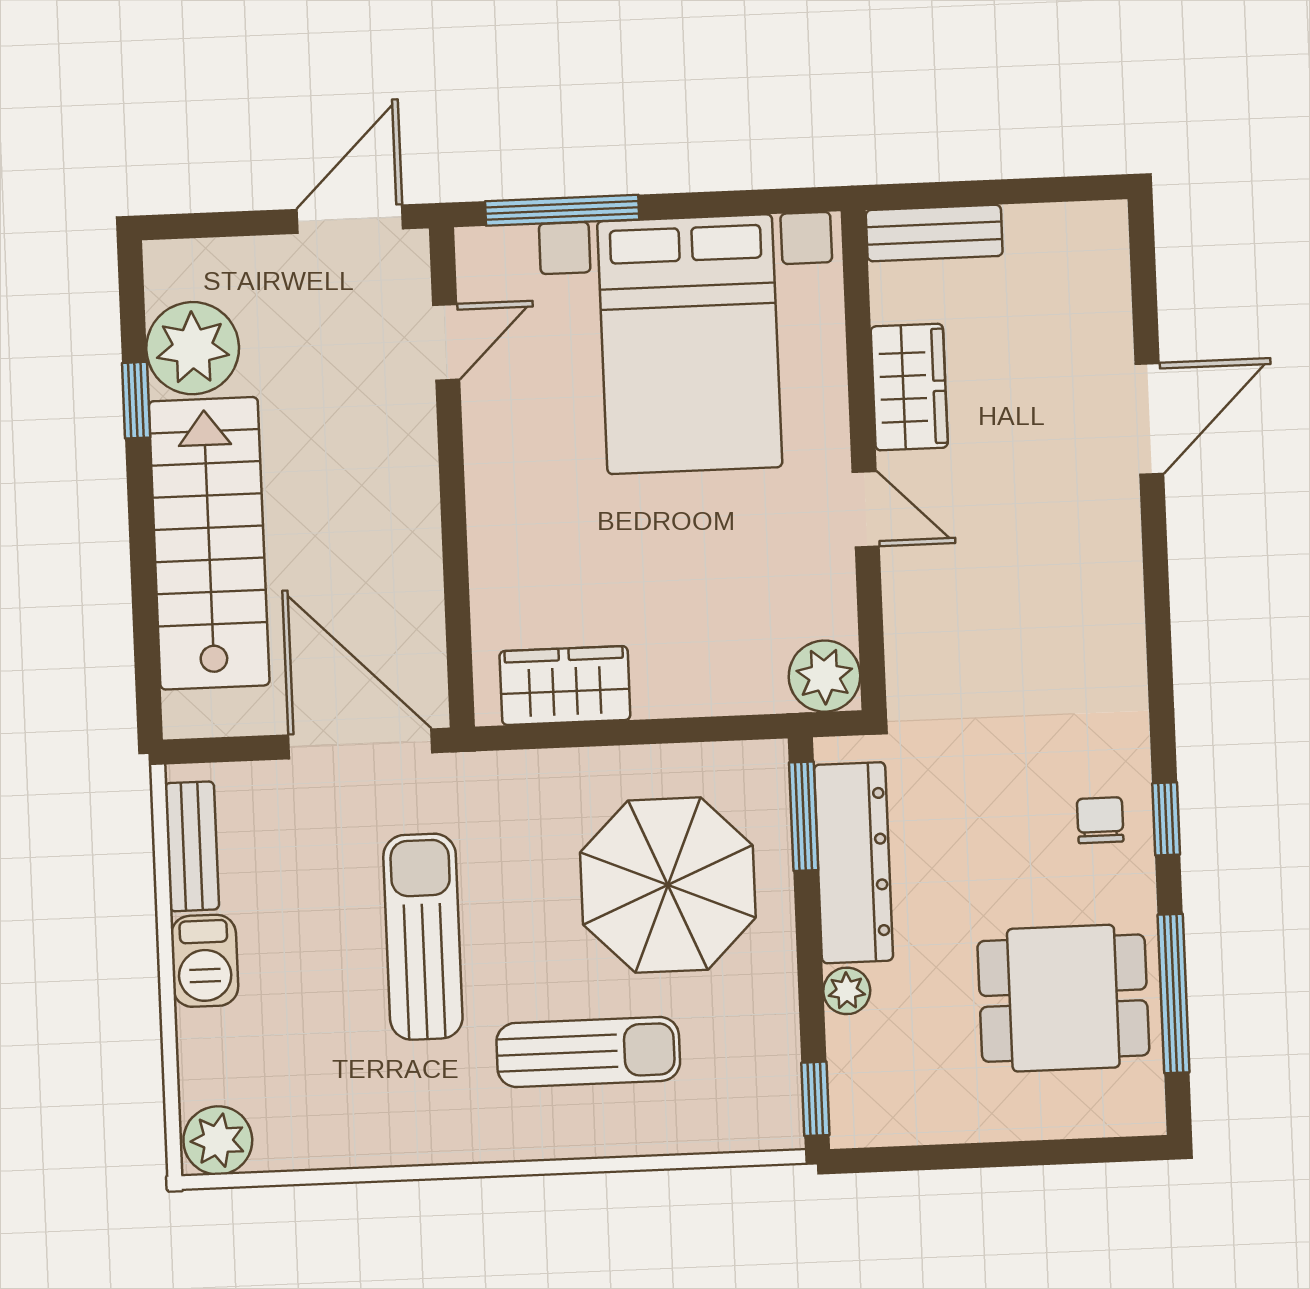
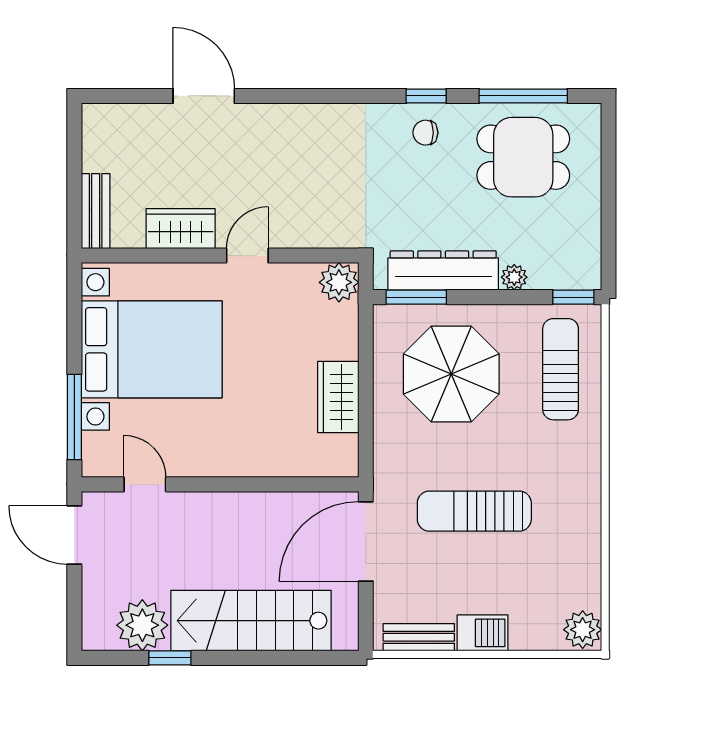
wardrobe: (565, 686) -> (338, 397), moved
dining table: (1063, 998) -> (523, 157), turned 90
sun lounger: (588, 1052) -> (561, 369), moved

